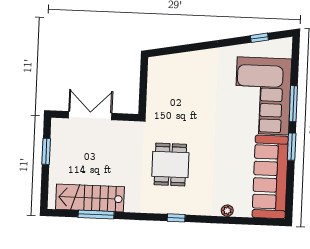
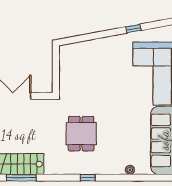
window: (259, 38) -> (133, 29), moved

